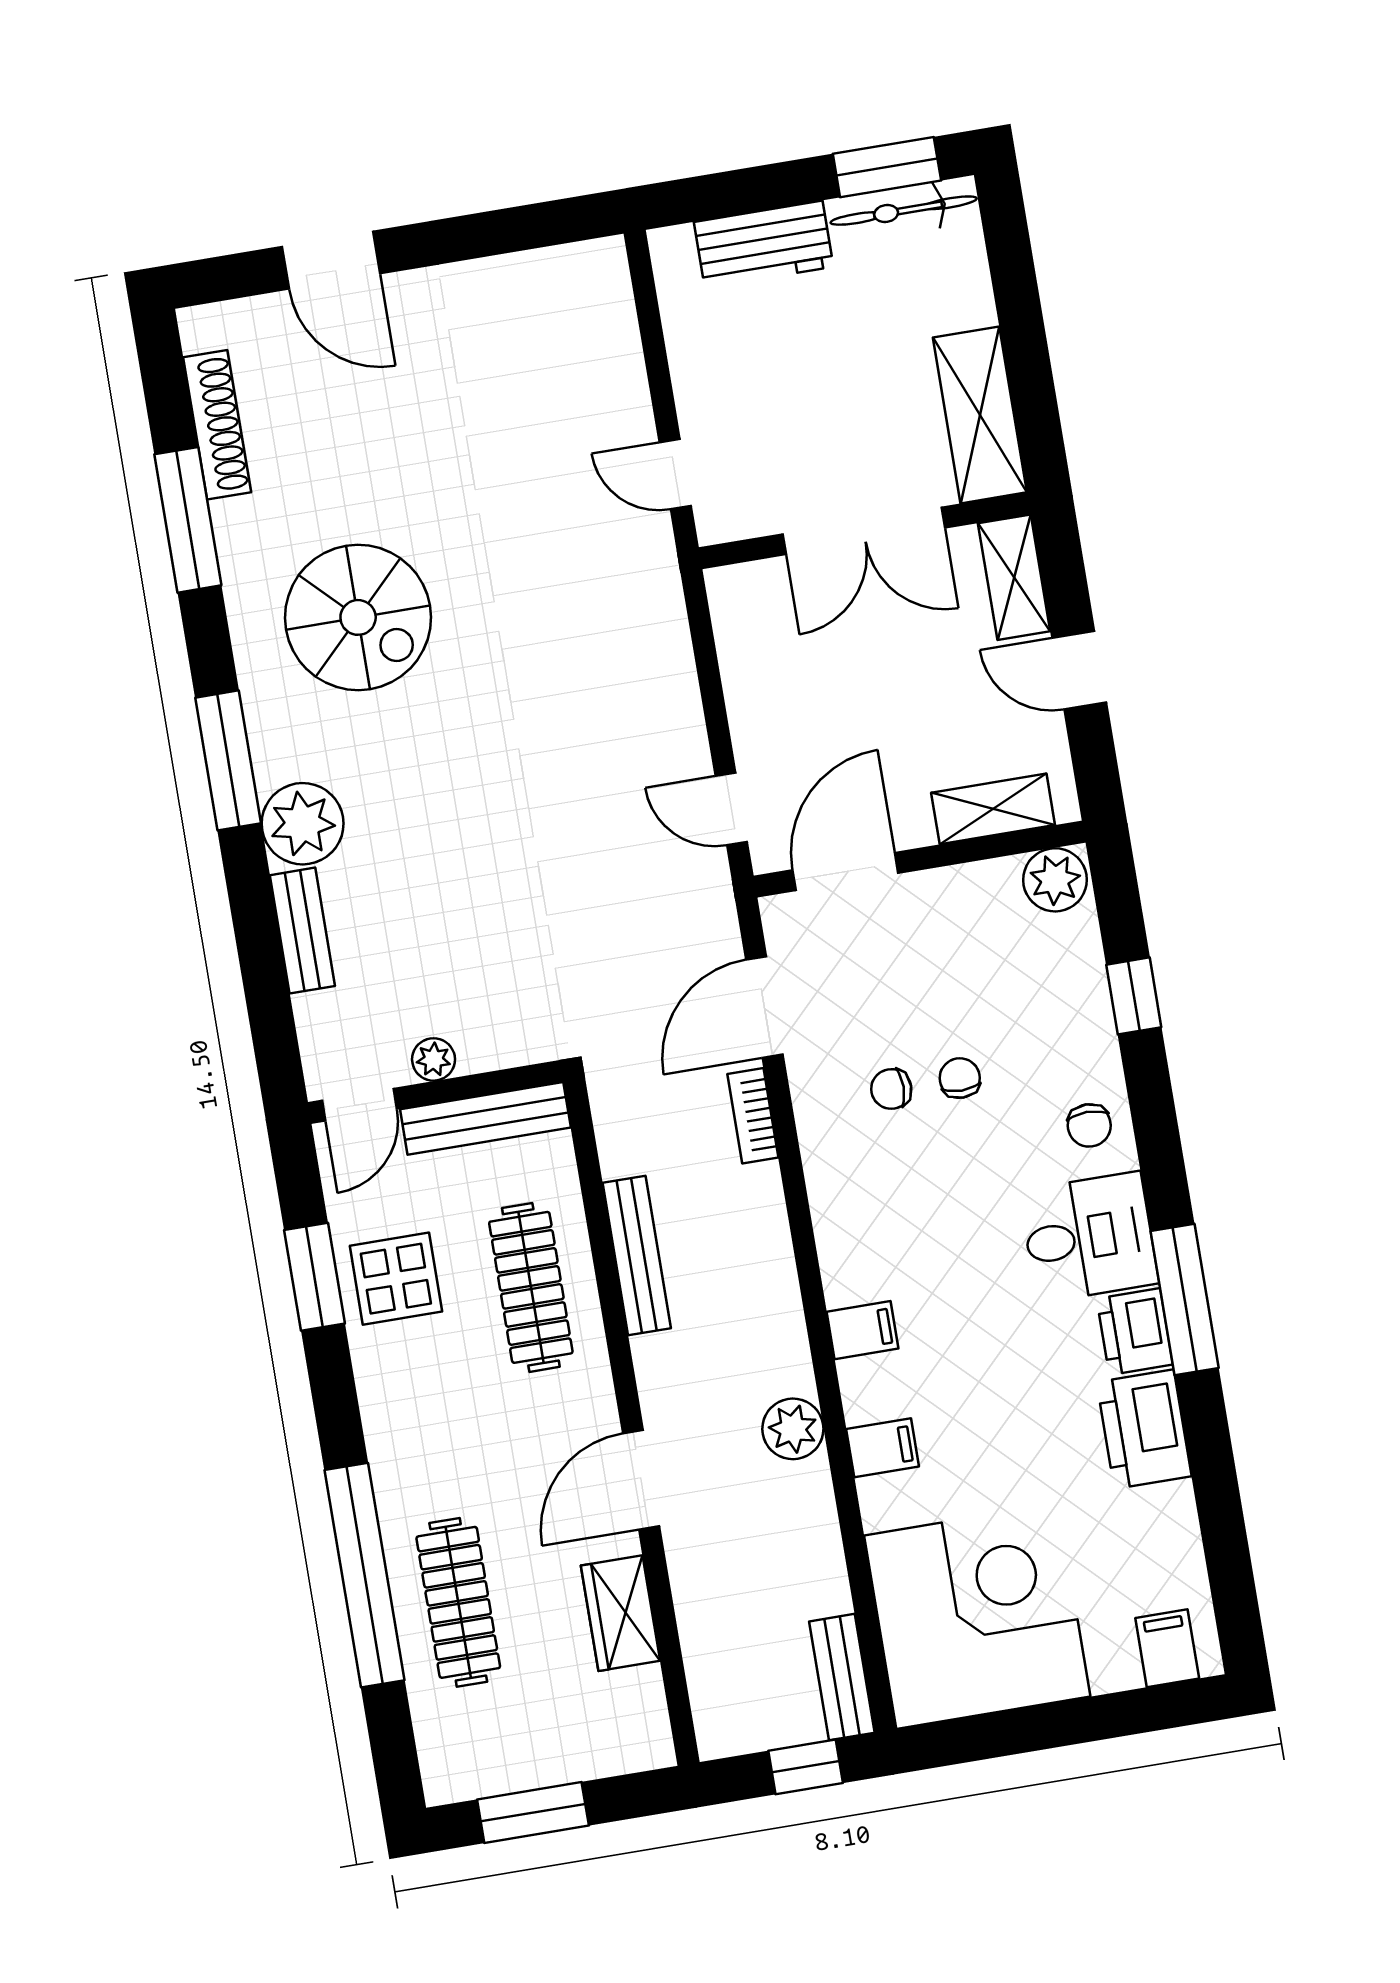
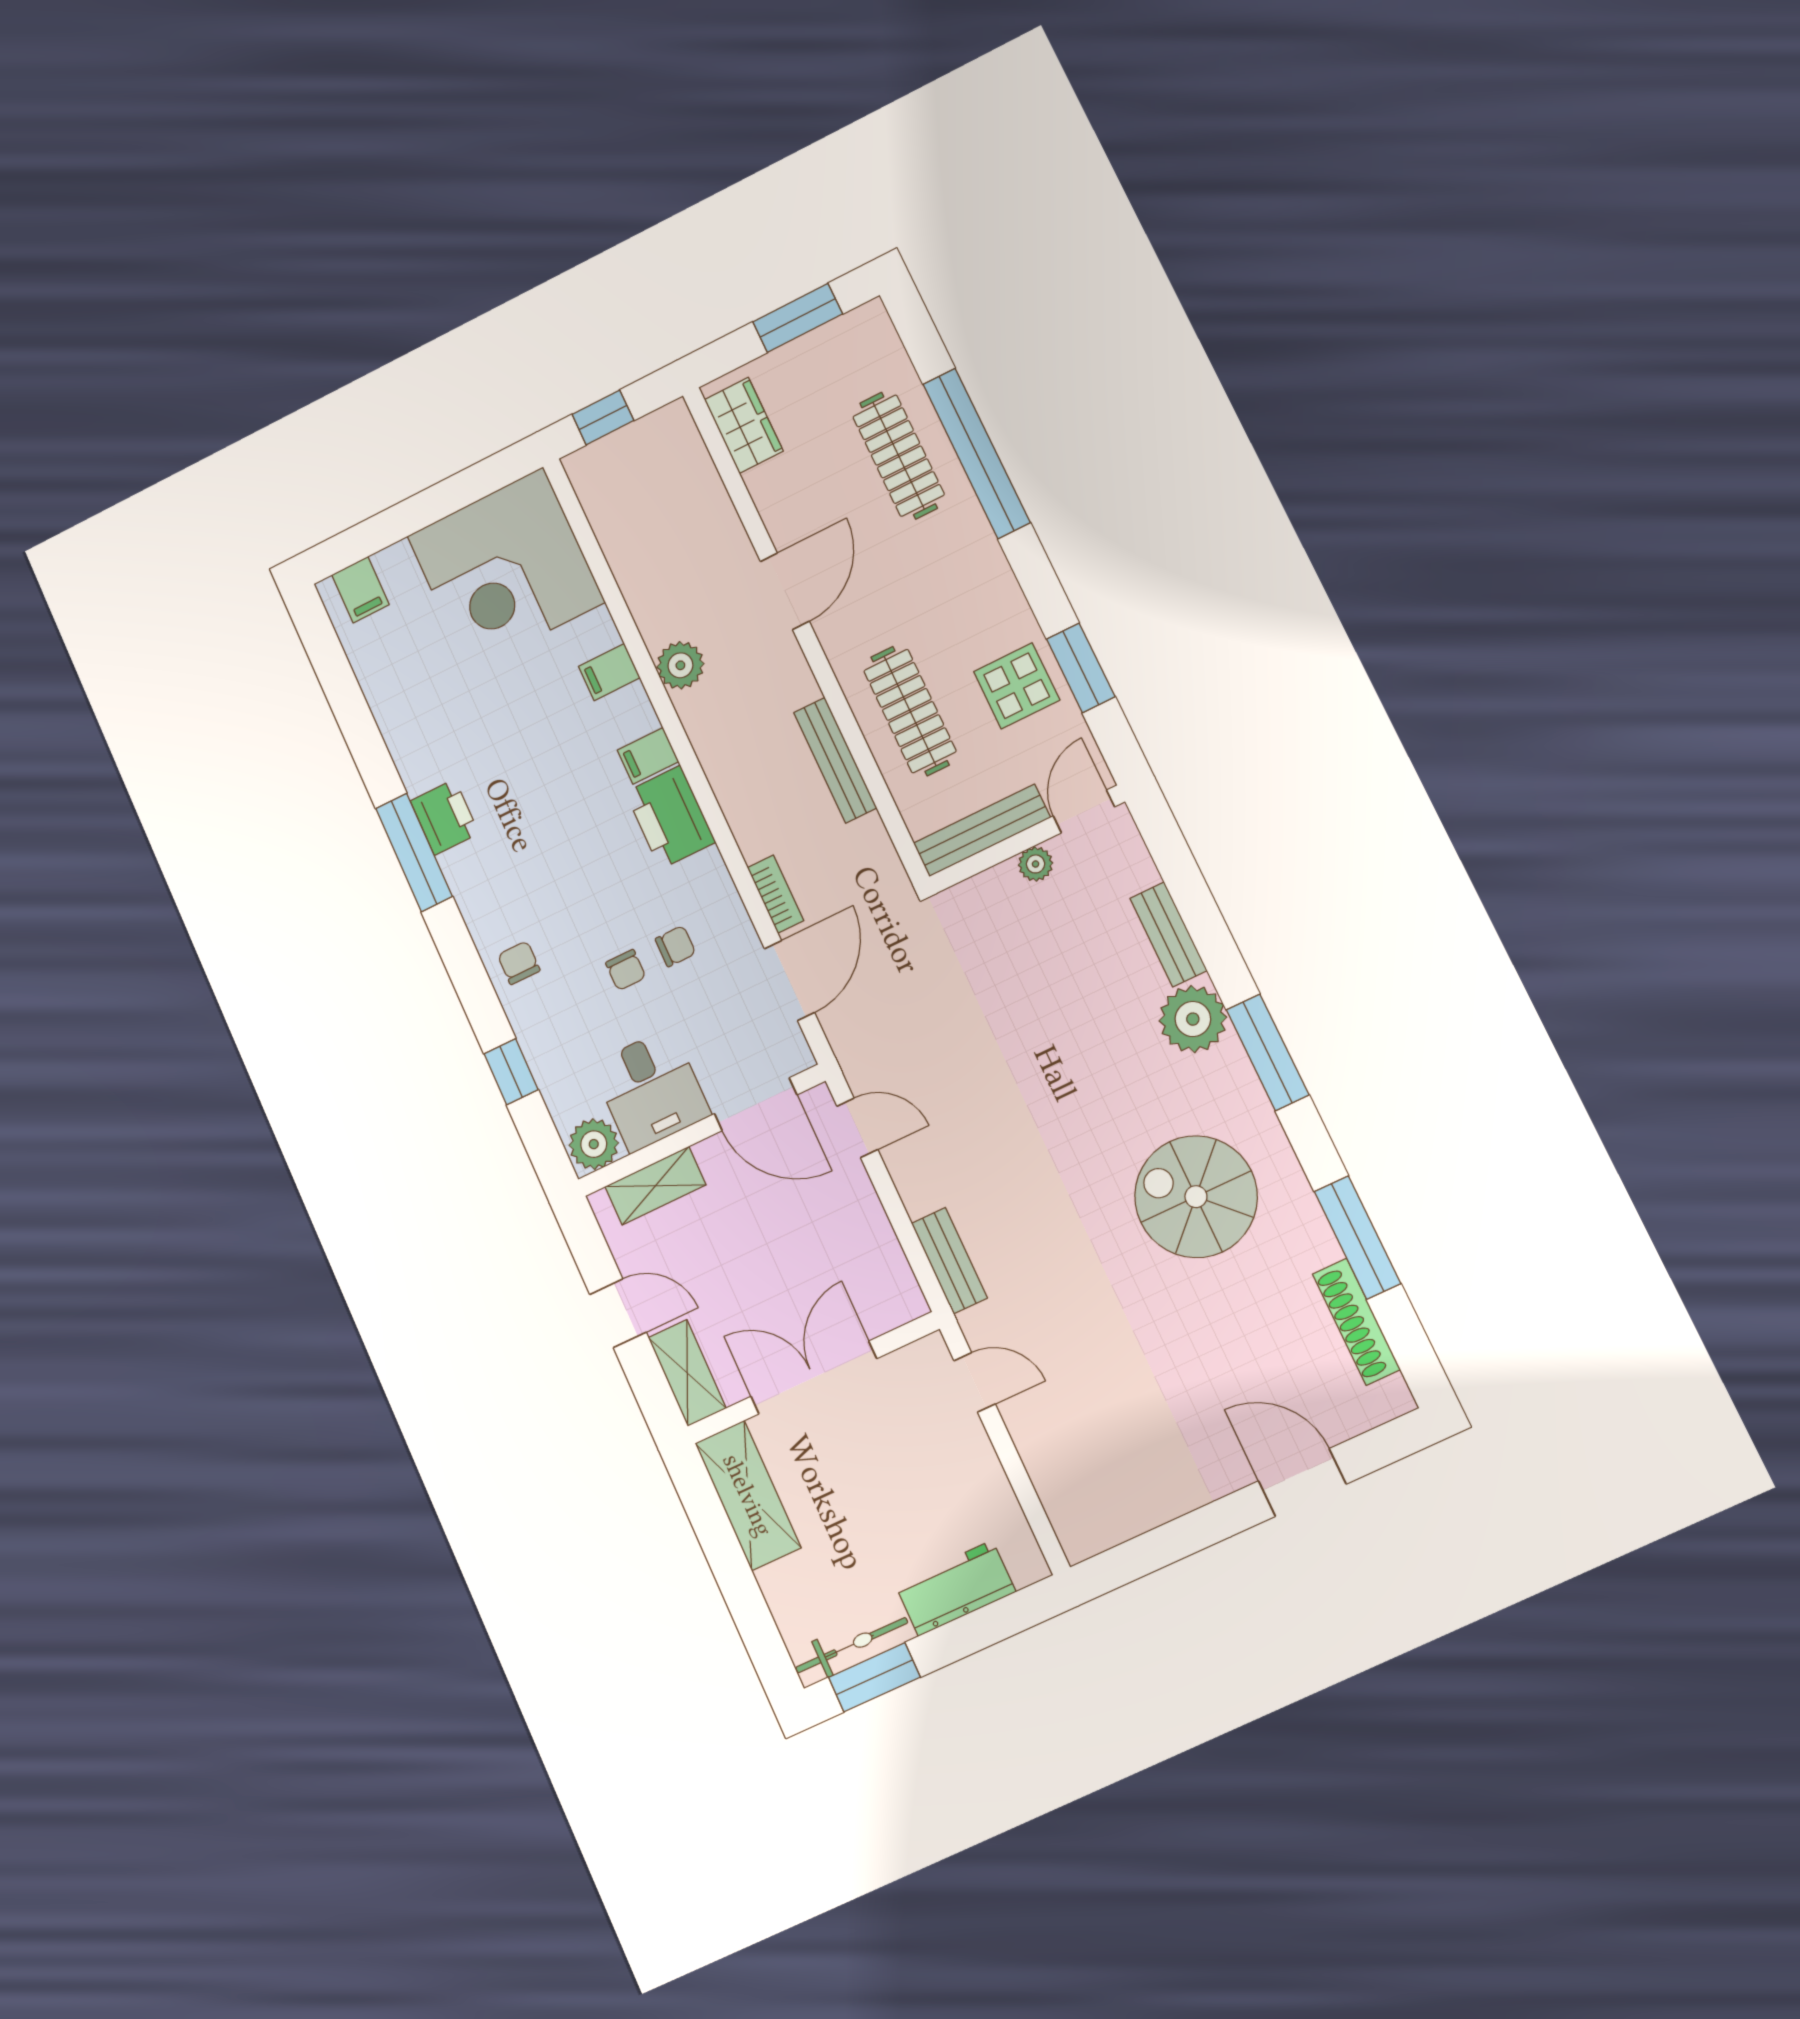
door: (845, 872) -> (756, 1104), hinge flipped
desk: (1089, 1237) -> (651, 1090), moved, turned -90
printer: (1144, 1429) -> (670, 817), moved, turned 180
wardrobe: (621, 1613) -> (744, 425), moved
bench: (842, 1677) -> (949, 1261), moved

